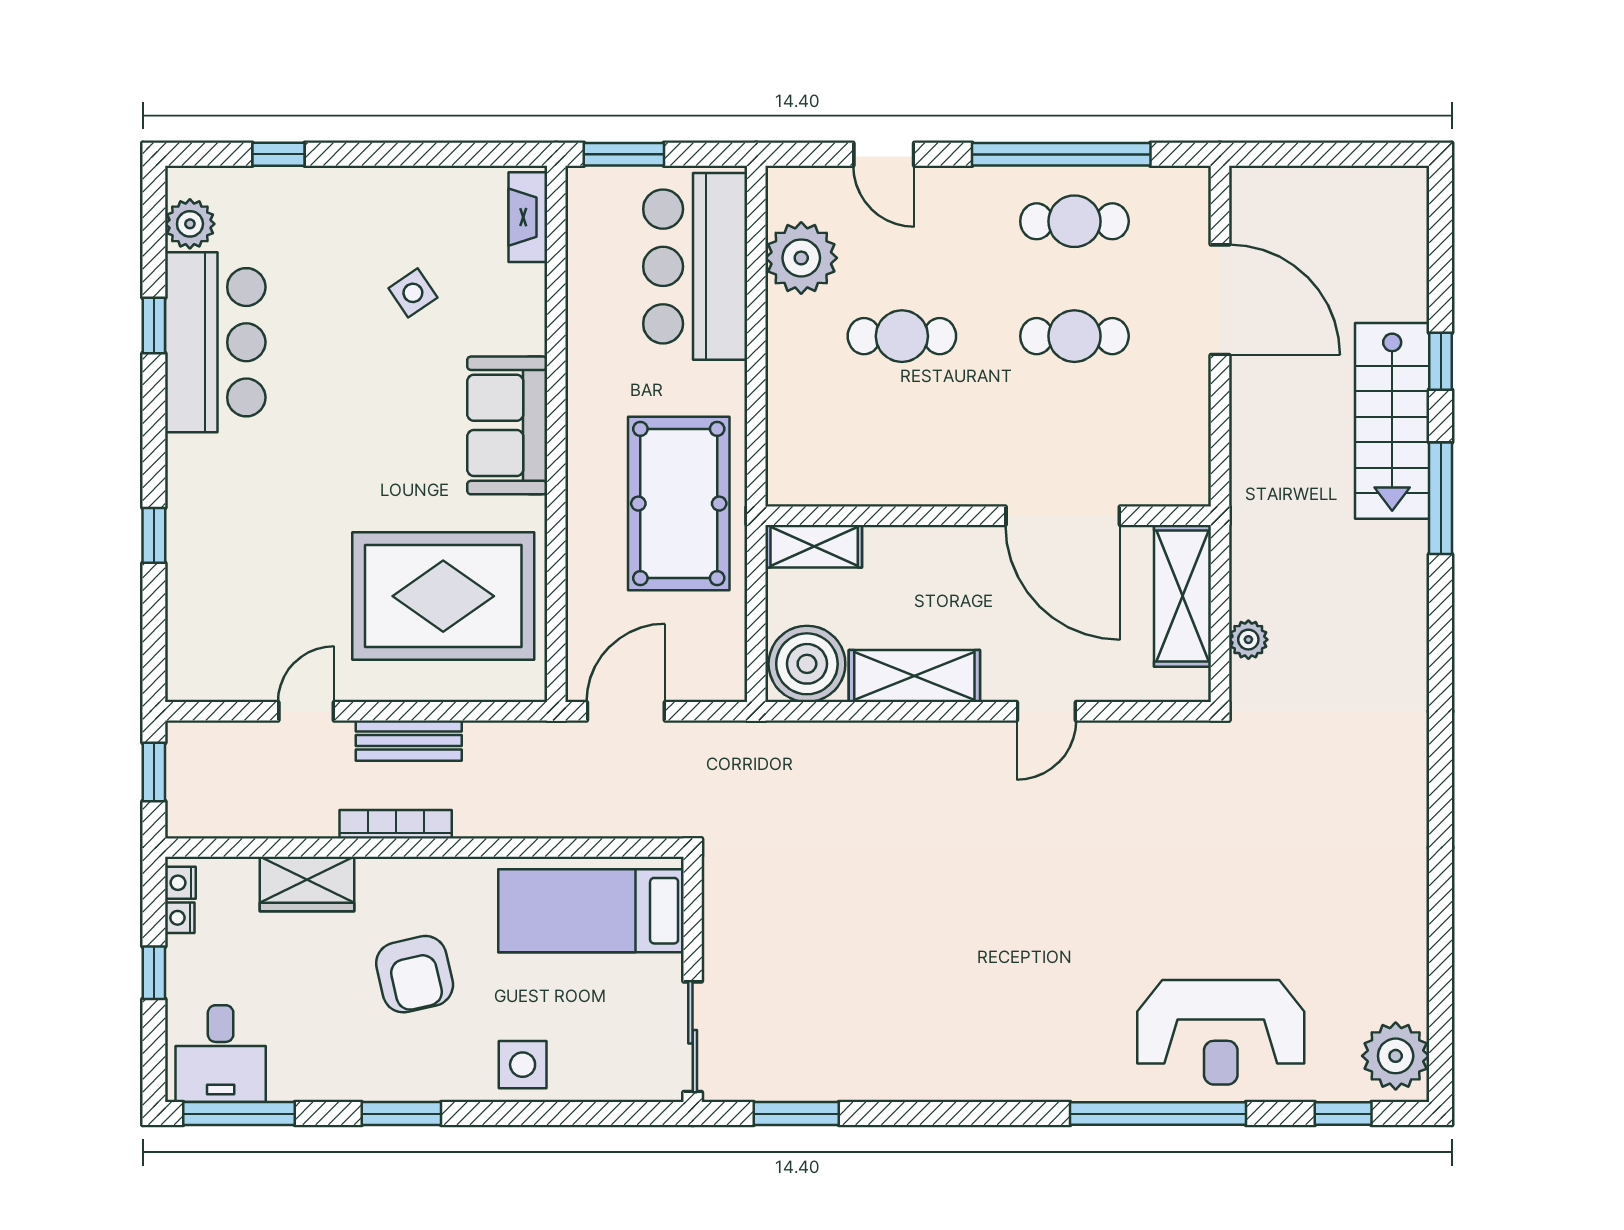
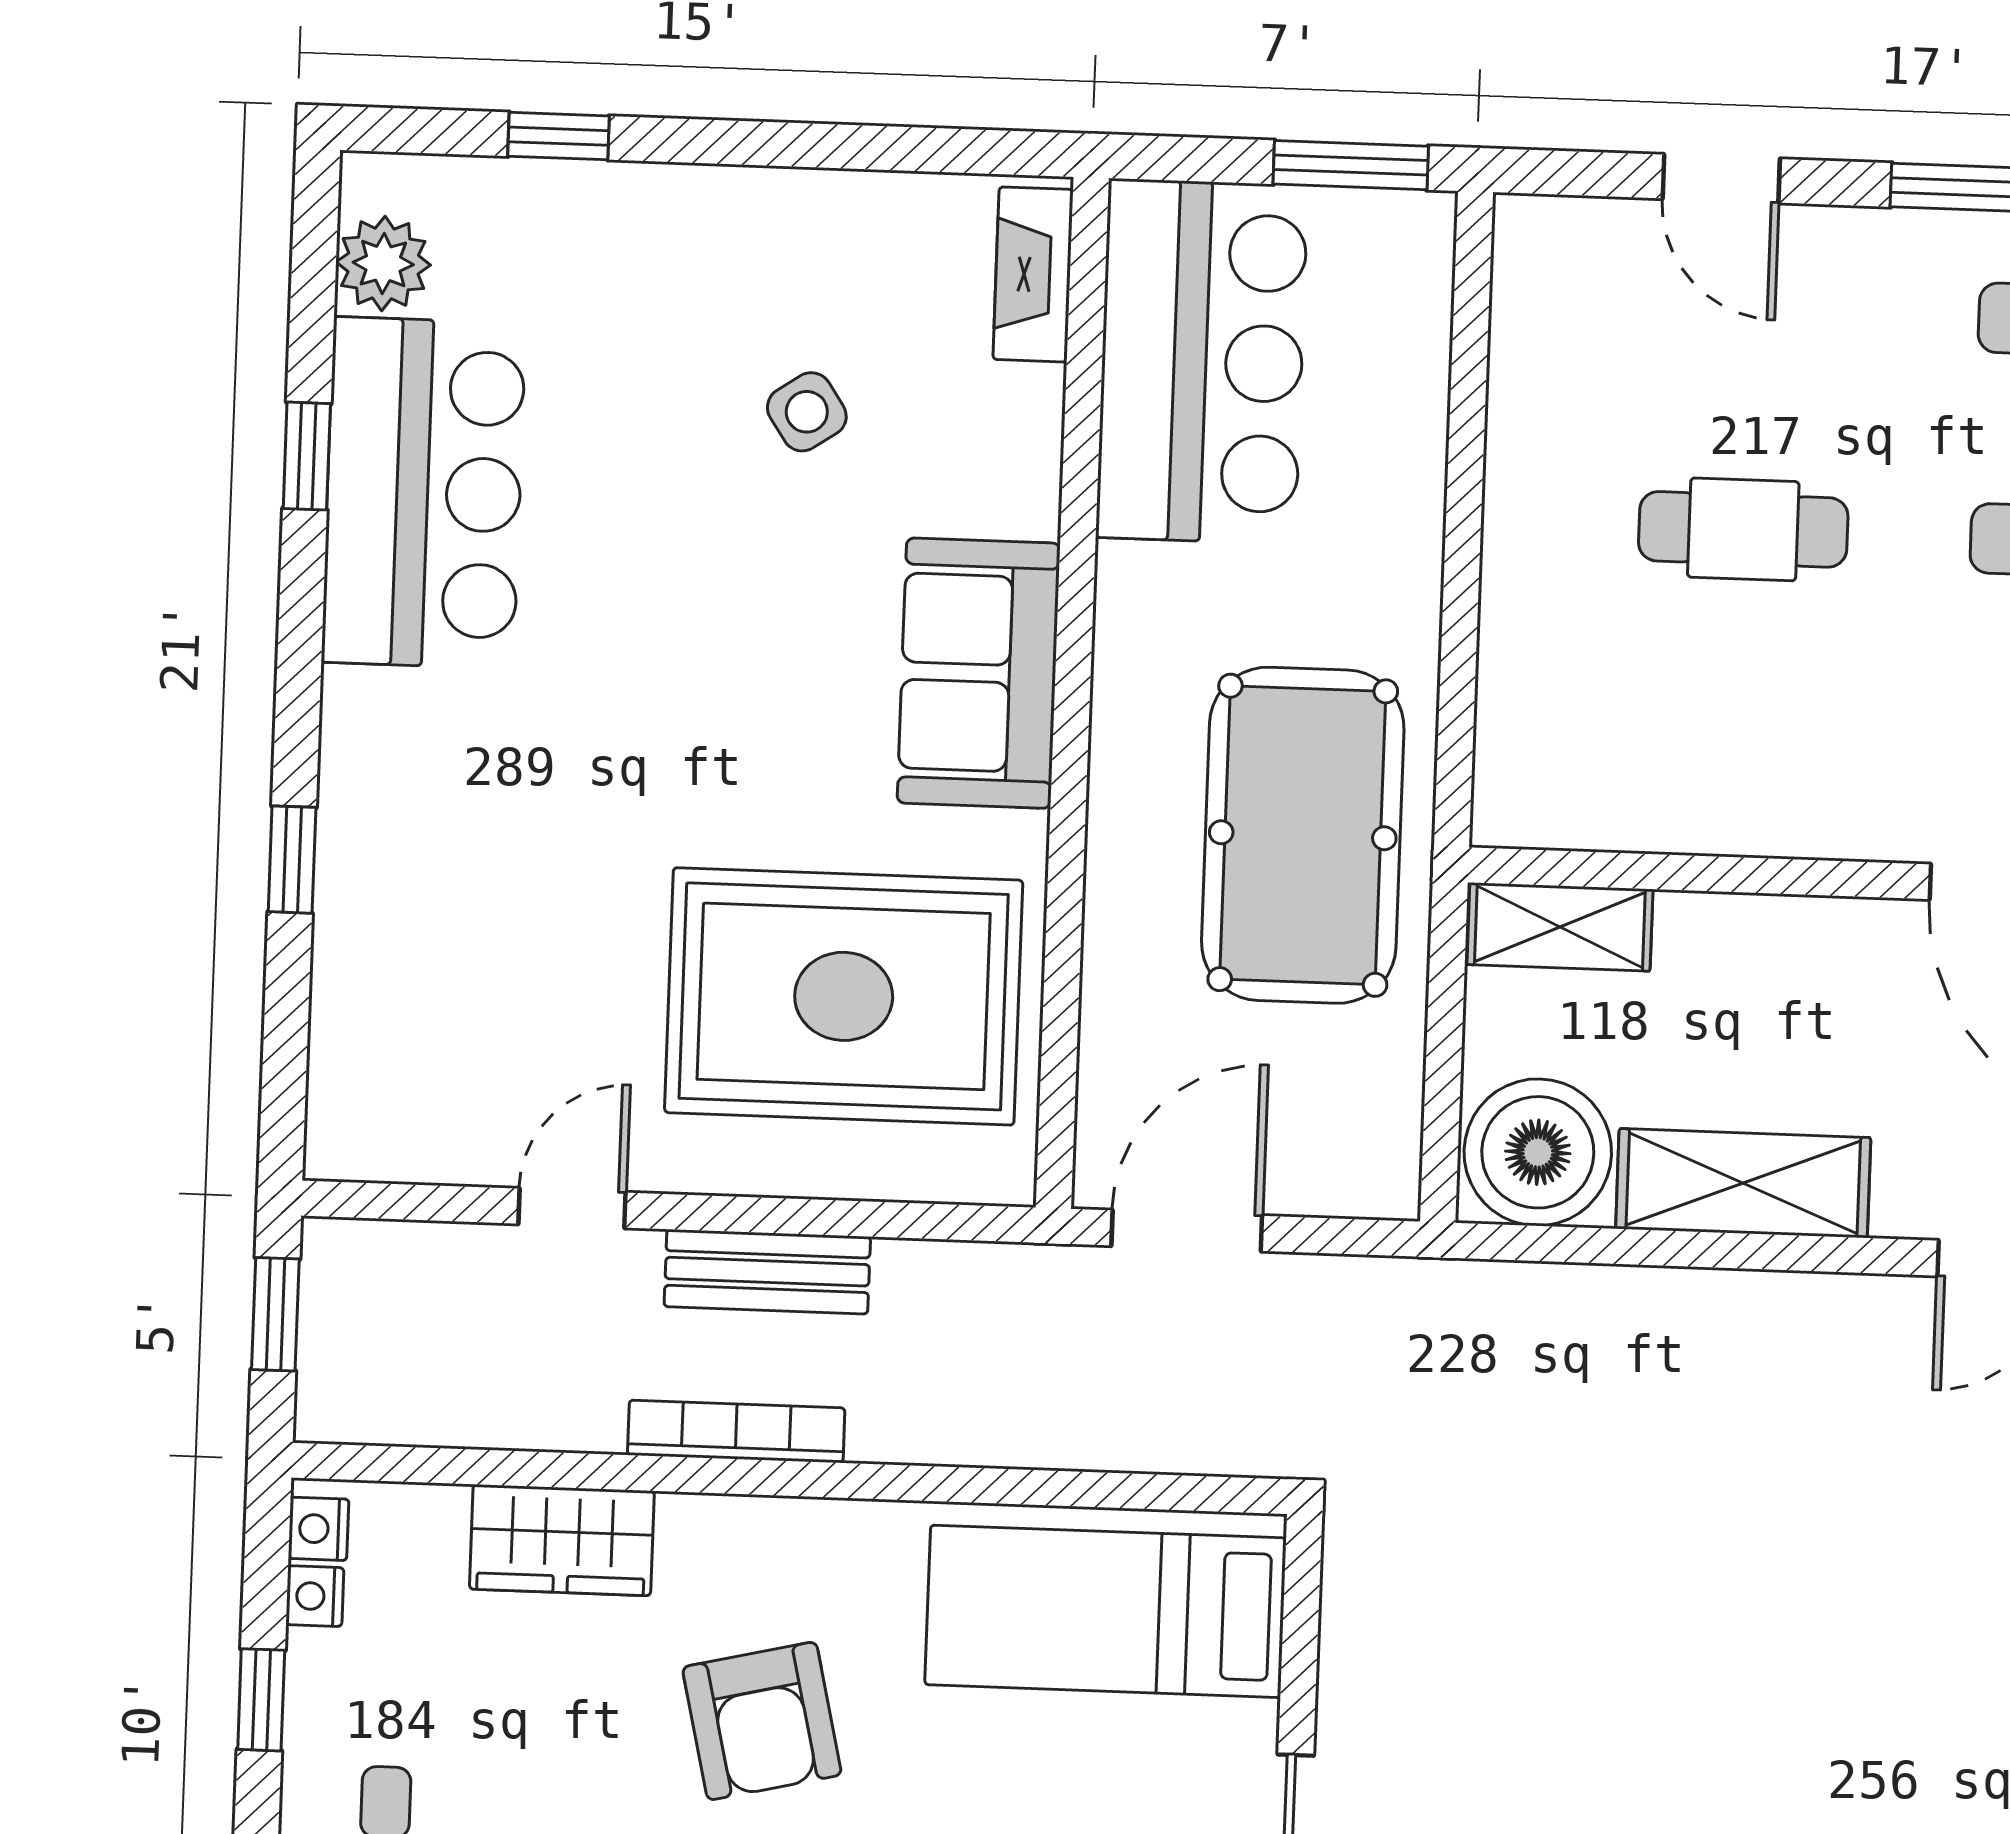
window: (624, 154) -> (1351, 165), moved
plant: (801, 258) -> (1555, 372), removed
bar counter: (695, 266) -> (1202, 361), moved, turned 180

